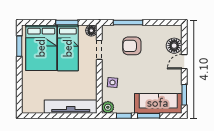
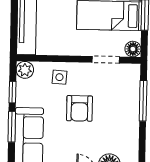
armchair: (132, 46) -> (79, 108), moved, turned 180

